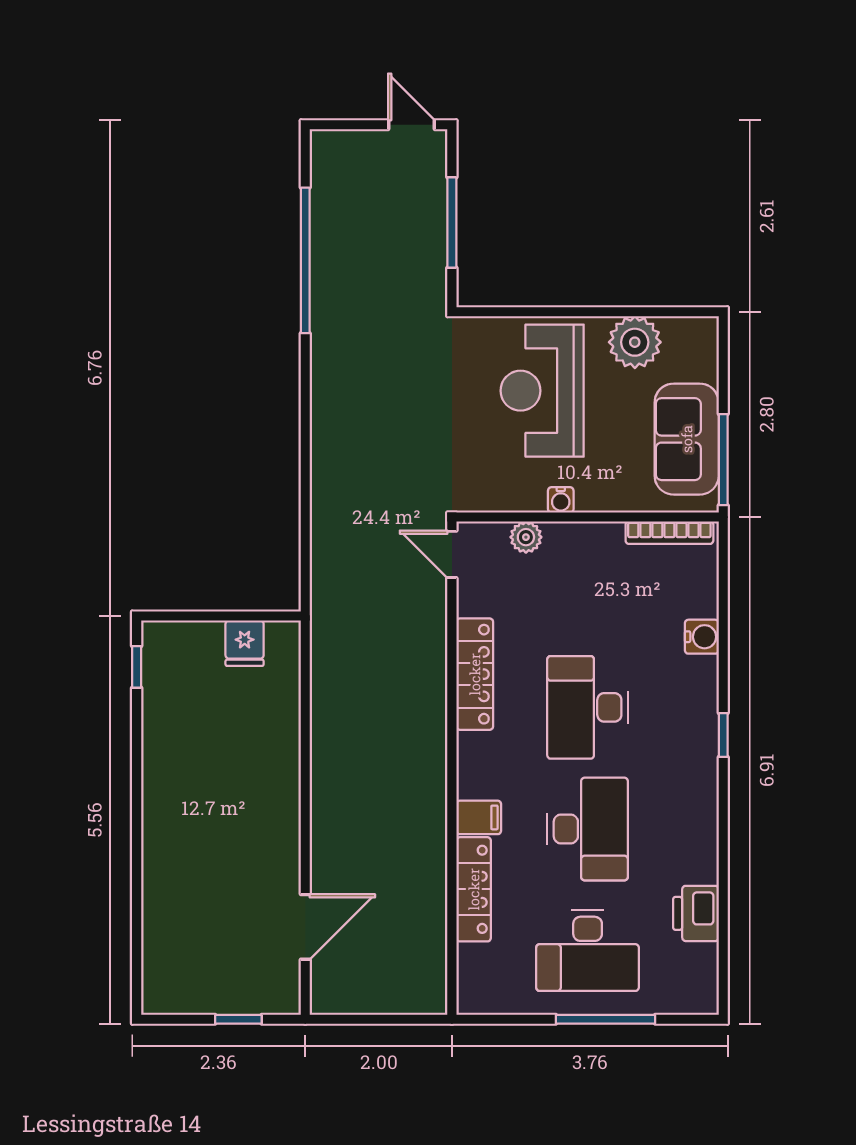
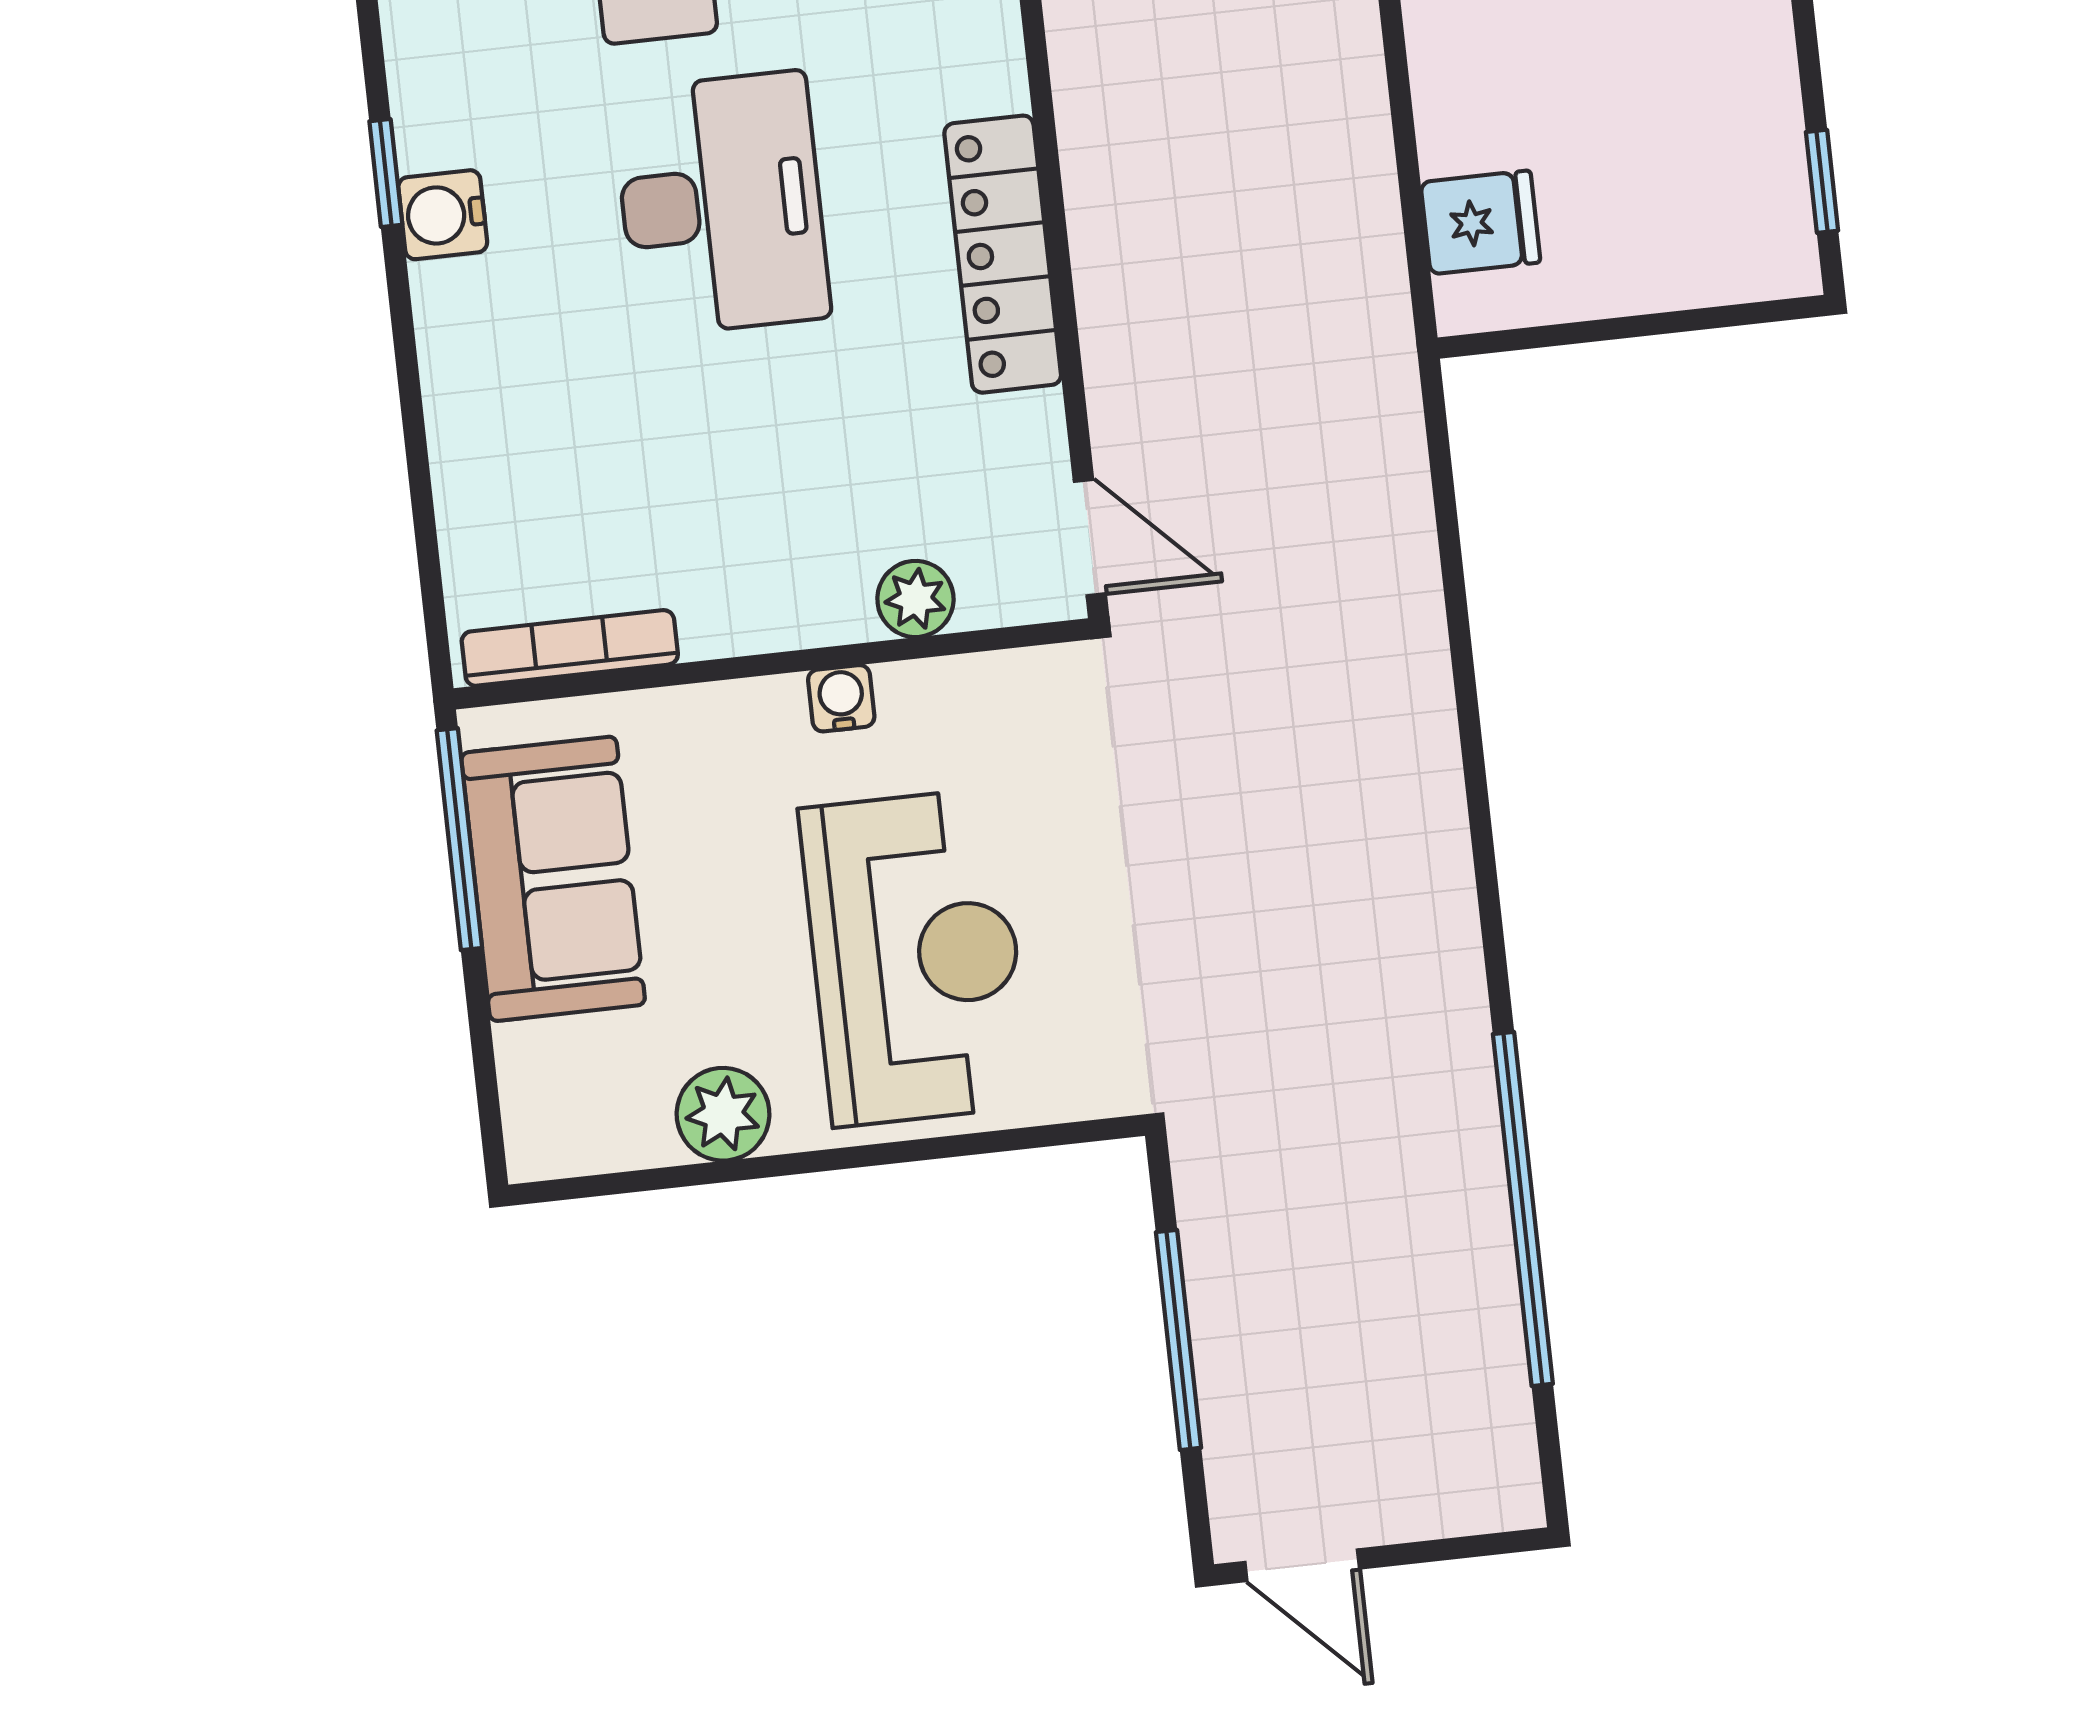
plant: (635, 342) -> (723, 1114), width x0.73, depth x0.73
water cooler: (702, 637) -> (443, 215), moved
fridge: (245, 643) -> (1480, 222), moved, turned 90

